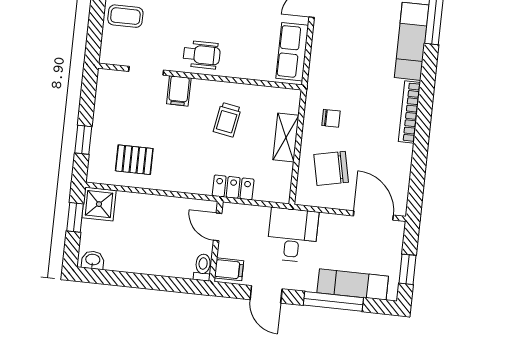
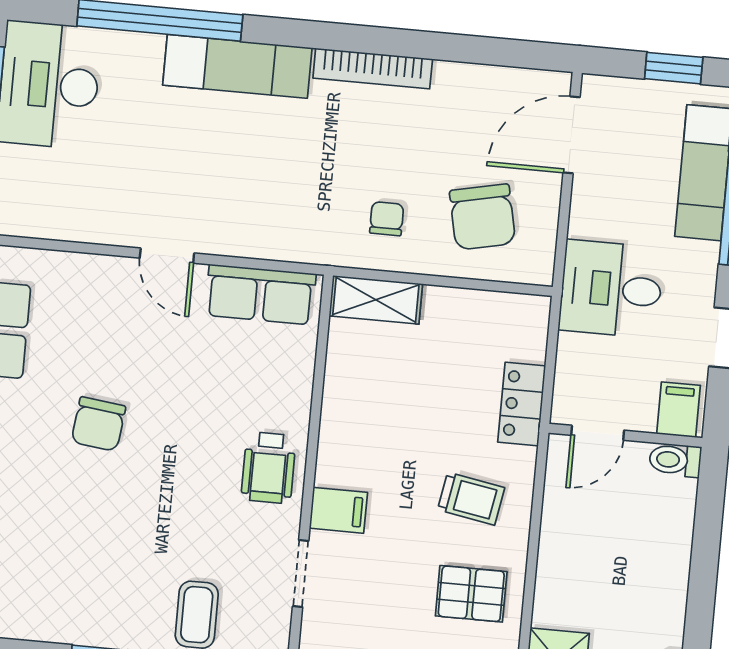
wheelchair: (202, 55) -> (269, 468), turned 180
trolley: (227, 120) -> (471, 499), moved
shelving: (286, 137) -> (376, 300), moved
pallet: (134, 160) -> (471, 594), turned 90

